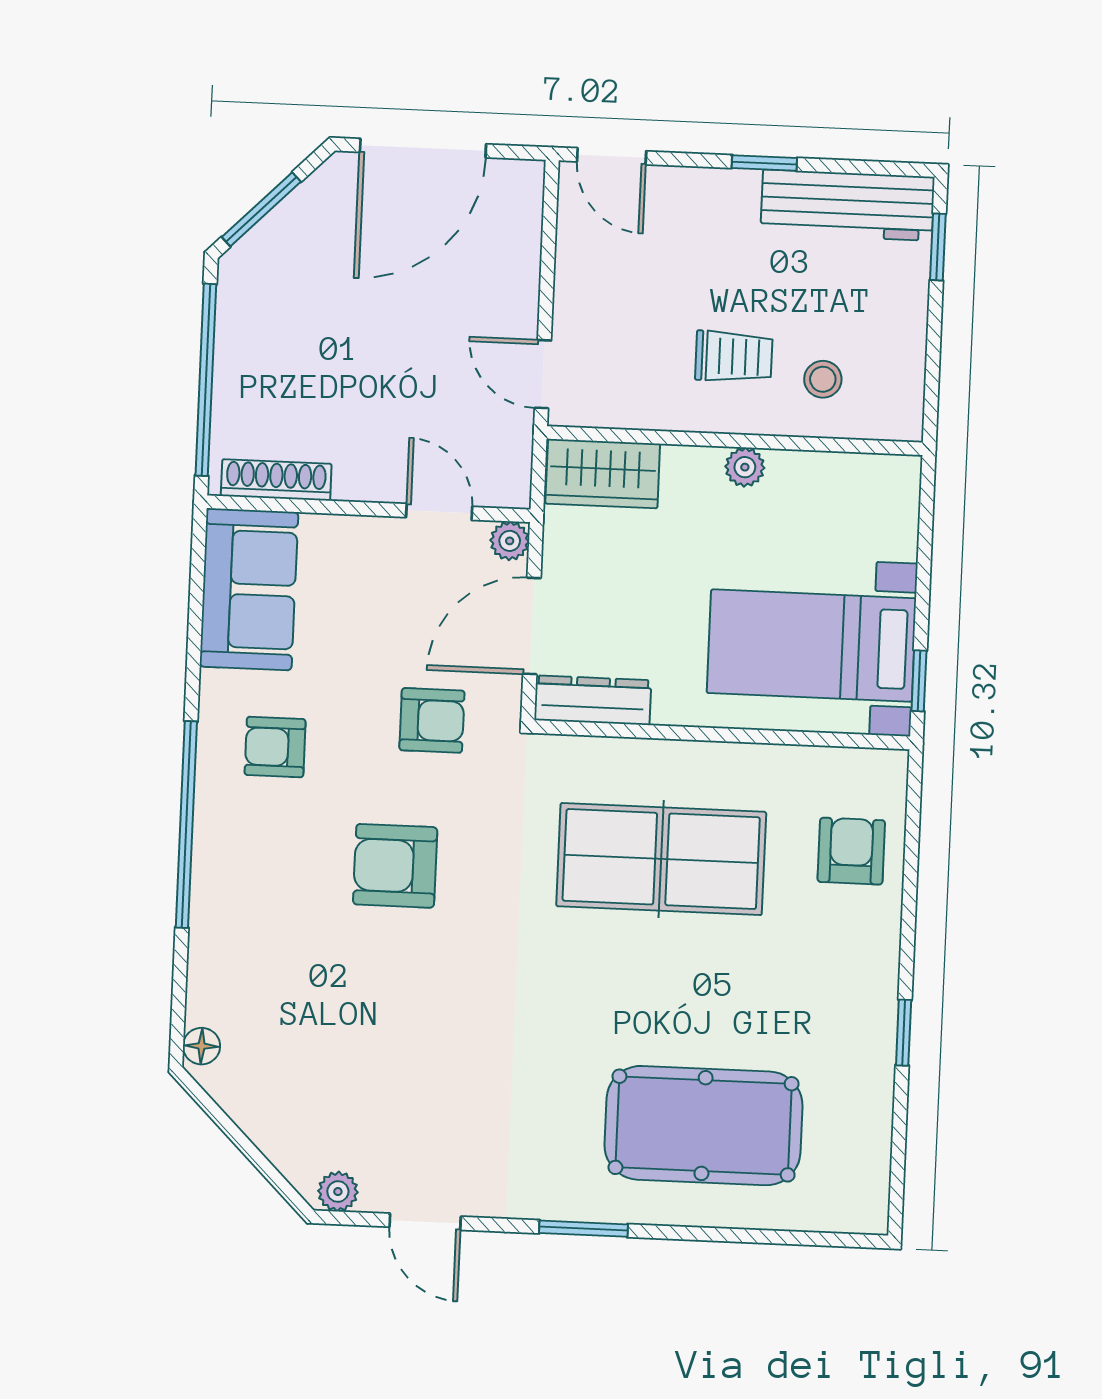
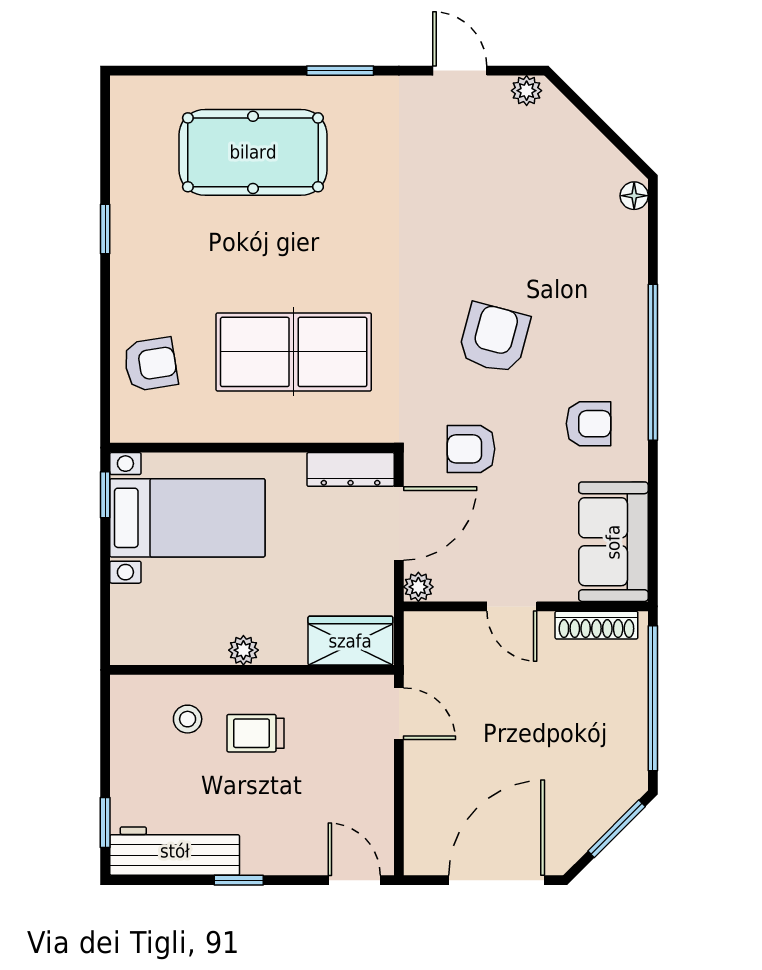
door: (439, 512) -> (512, 606), moved
armchair: (851, 851) -> (151, 364), turned -99
armchair: (395, 866) -> (494, 338), turned -75

